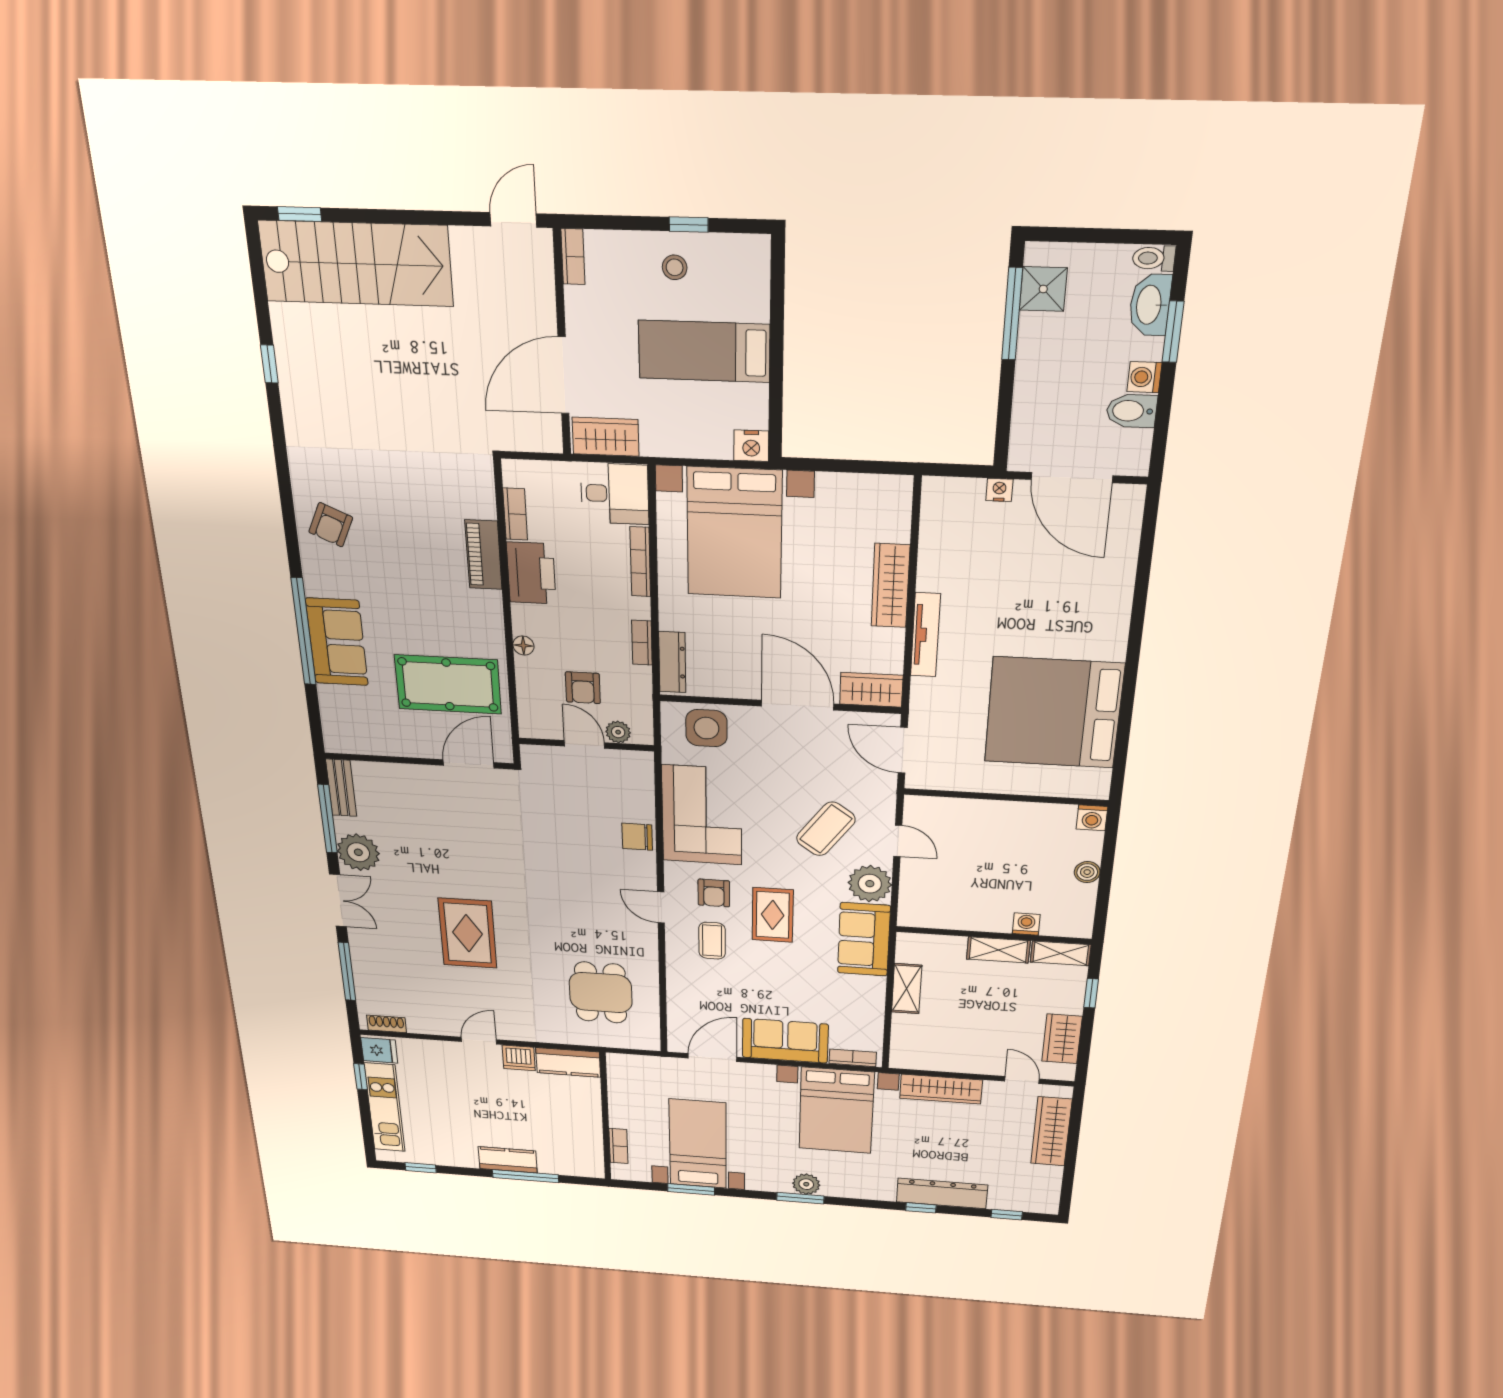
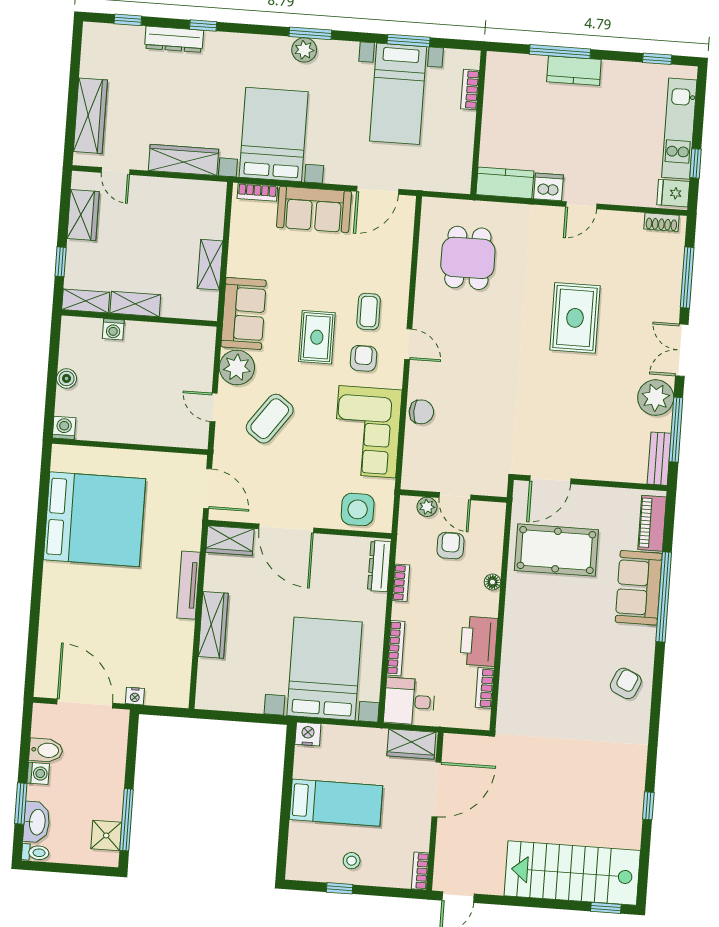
piano: (484, 555) -> (652, 523), moved, turned 180
dresser: (942, 1193) -> (174, 39), width x0.73, depth x0.80

